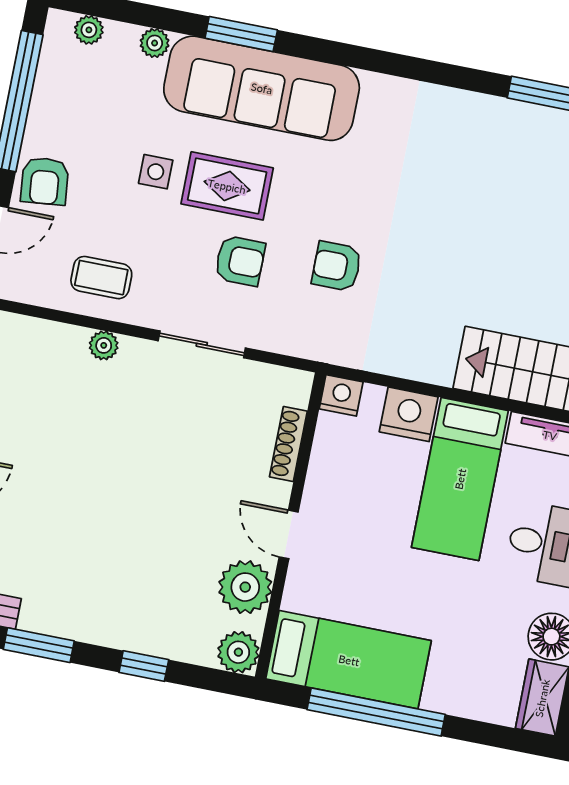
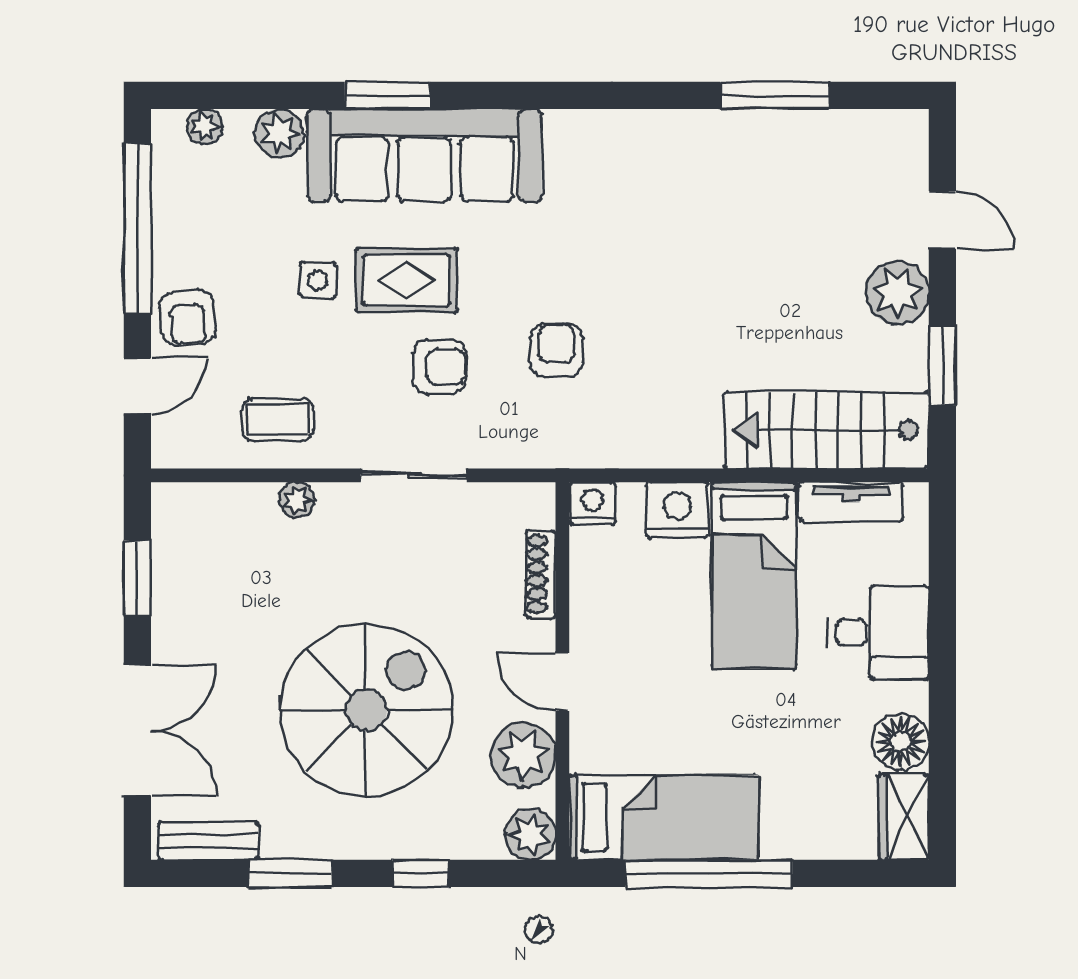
plant: (155, 43) -> (279, 133), width x1.38, depth x1.38
armchair: (337, 266) -> (556, 350), turned 90
spiral stairs: (126, 526) -> (366, 710), added

